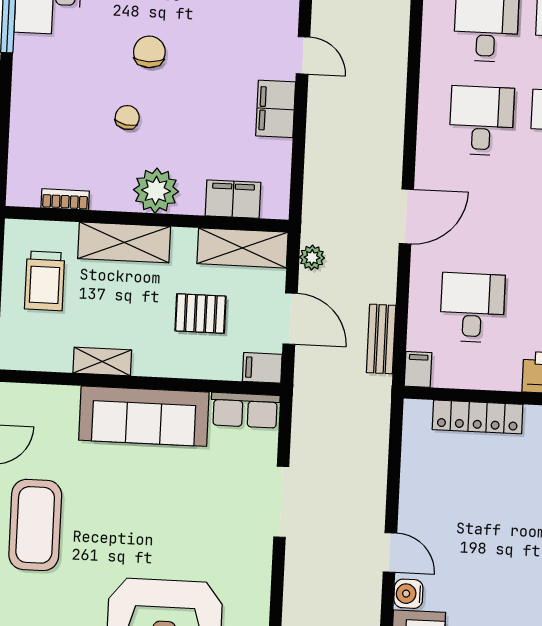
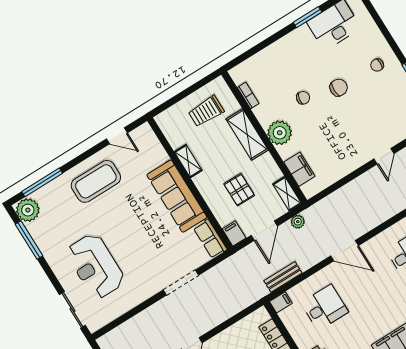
filing cabinet: (276, 109) -> (352, 160), removed
shelving: (243, 248) -> (287, 194), width x0.67, depth x0.75

